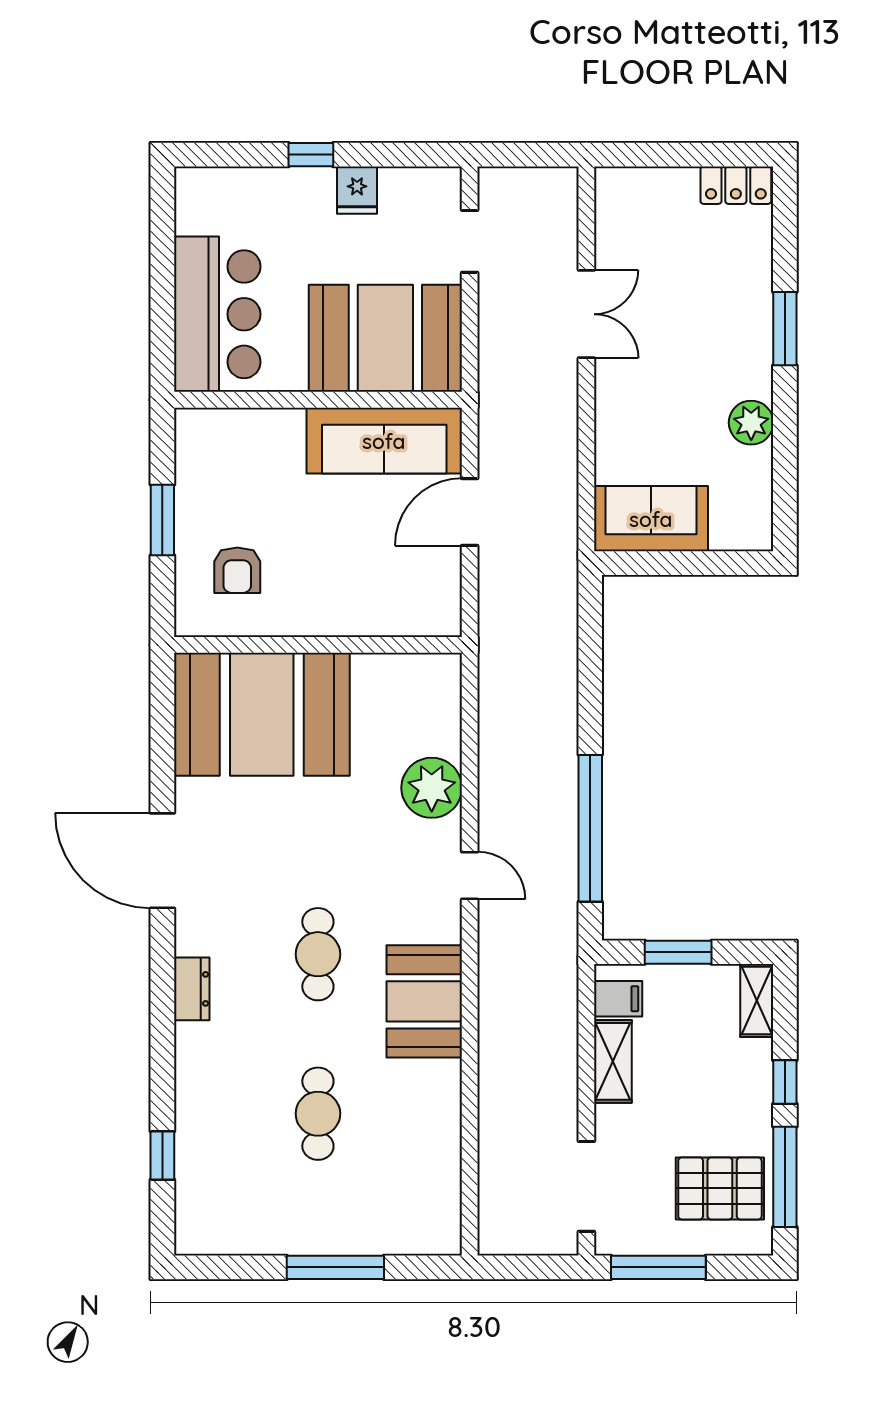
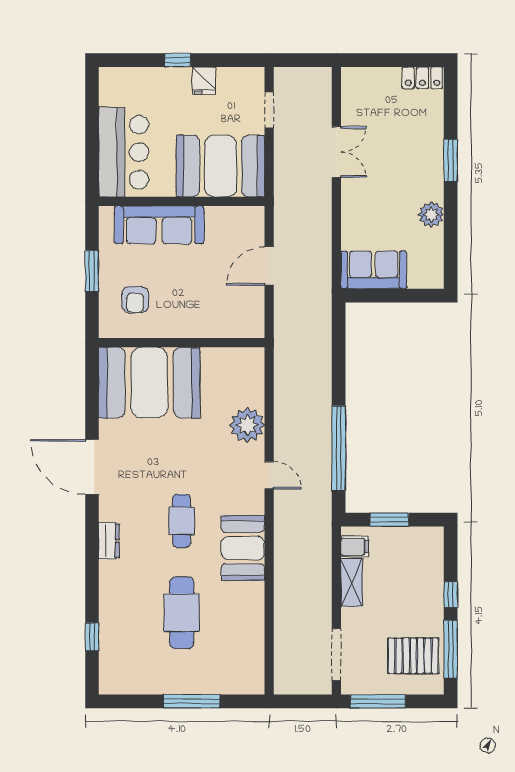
sofa: (384, 441) -> (159, 225), moved
shelving: (757, 1000) -> (434, 548), removed
cafe table: (318, 1114) -> (182, 613), width x1.37, depth x1.35

